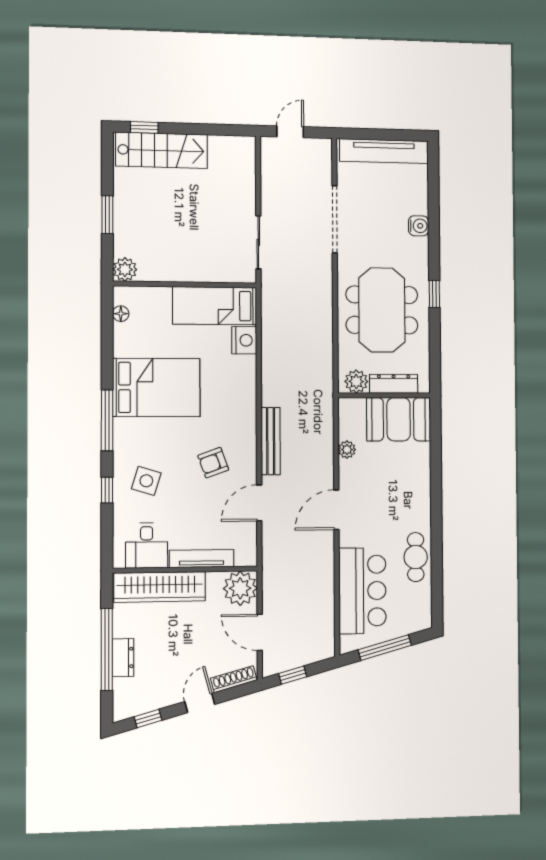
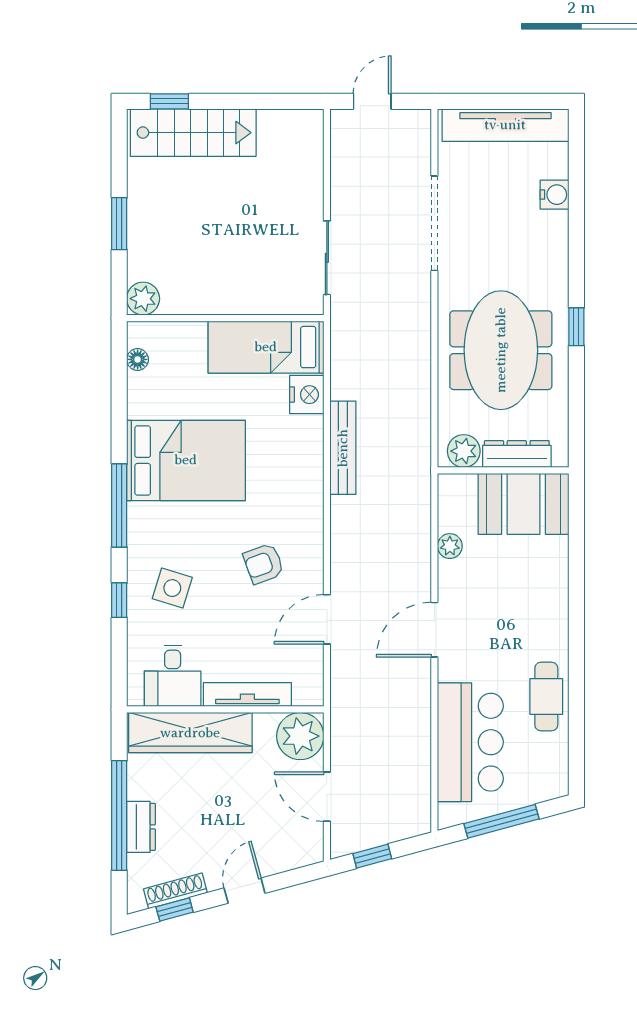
water cooler: (419, 226) -> (554, 195), moved
bench: (271, 441) -> (343, 448), moved
shoe rack: (234, 679) -> (175, 891), moved

